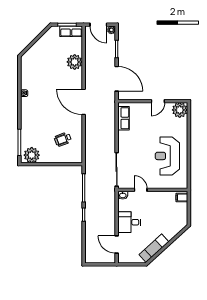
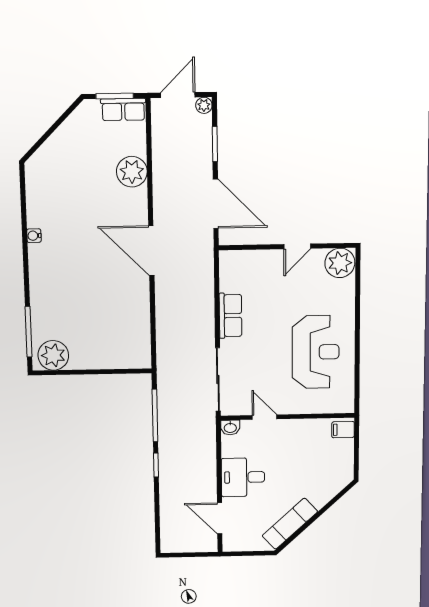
door: (98, 25) -> (178, 95), swing flipped
row of seats: (124, 118) -> (231, 316), moved
wheelchair: (63, 139) -> (113, 324), removed
reception desk: (167, 156) -> (316, 352), turned 180

